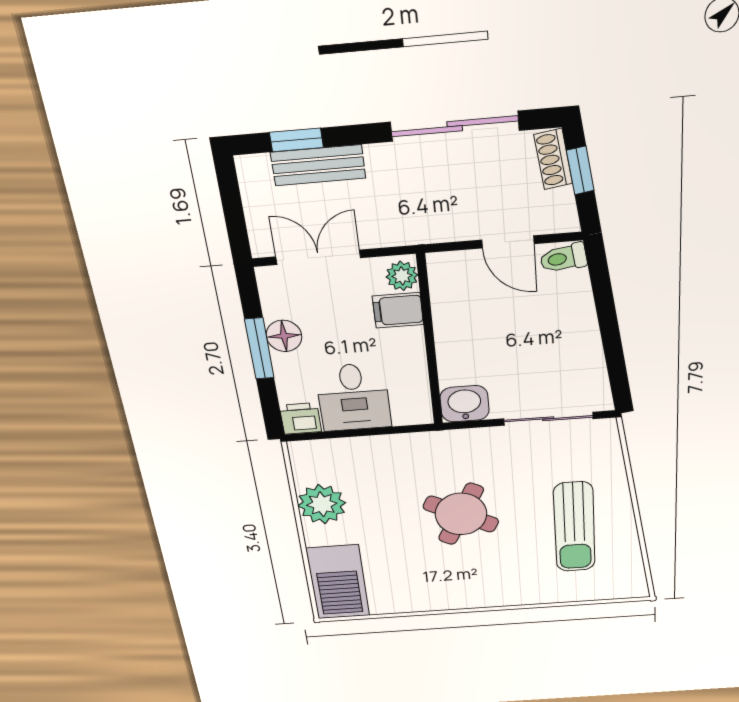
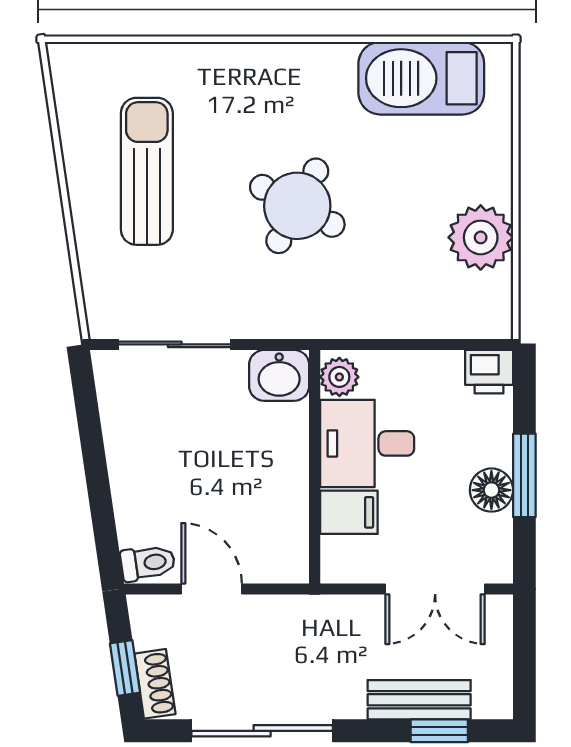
plant: (402, 276) -> (339, 377), moved
desk: (353, 397) -> (367, 443), moved, turned -90
barbecue: (338, 582) -> (421, 78), moved, turned -90

